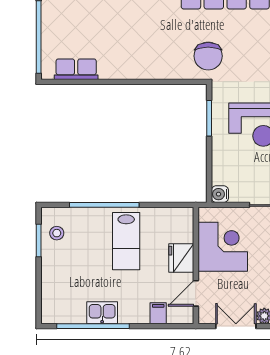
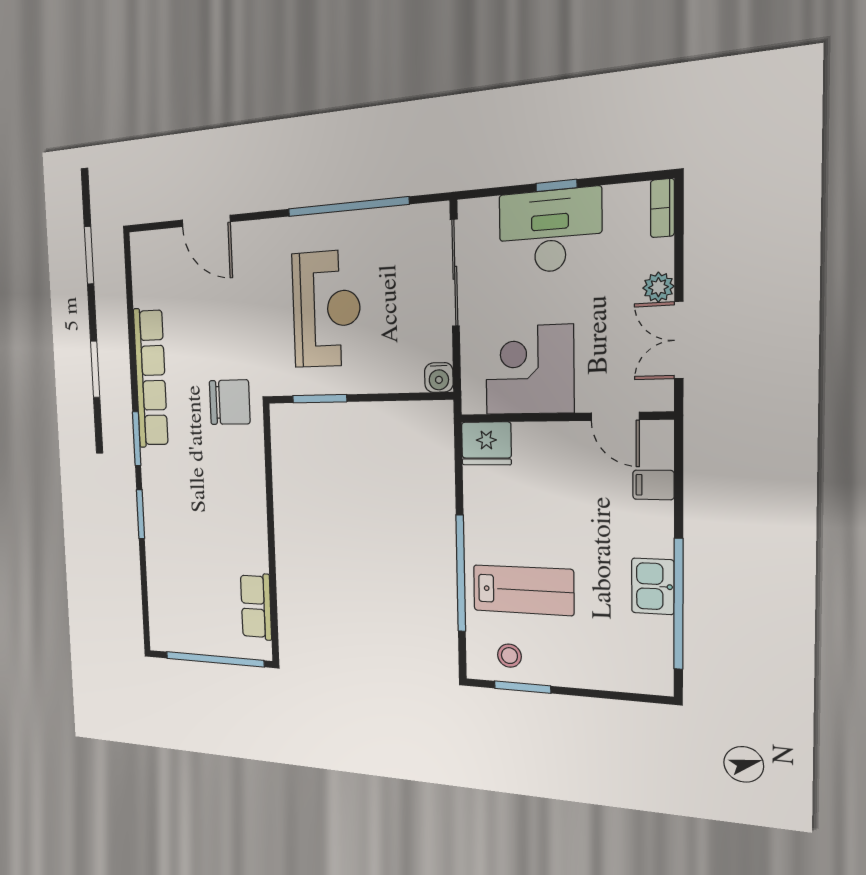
lab bench: (126, 241) -> (523, 590), moved
fridge: (181, 258) -> (486, 443), moved

